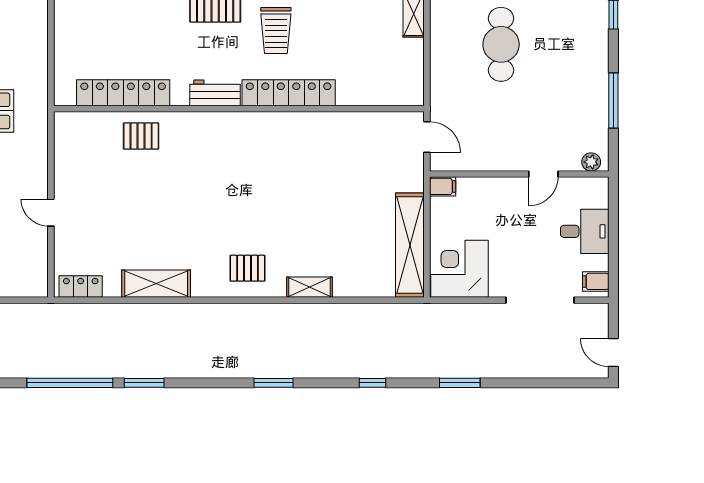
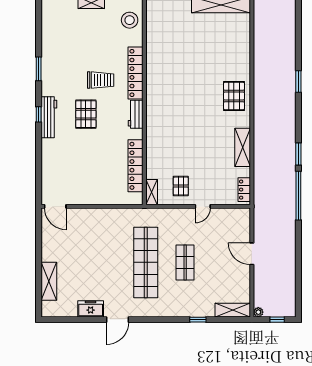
stool: (383, 82) -> (130, 20), added
pallet: (141, 136) -> (181, 186), moved
pallet: (247, 268) -> (234, 96), width x1.50, depth x1.42
shelving: (310, 287) -> (152, 192), moved
window: (373, 383) -> (298, 26), removed

